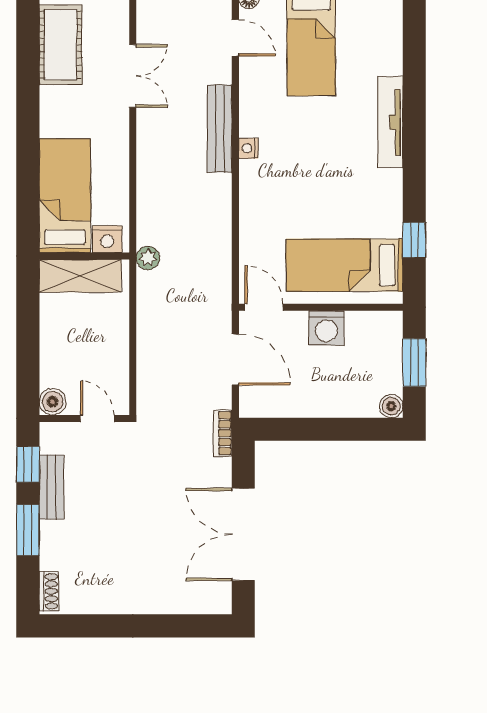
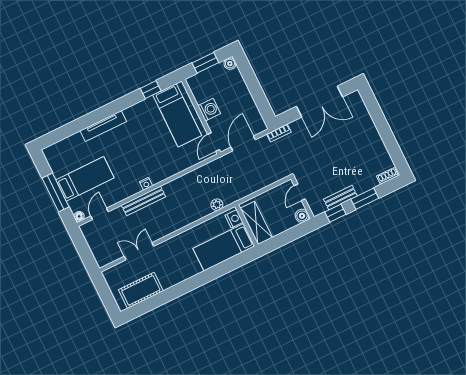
bed: (65, 196) -> (224, 247), moved
nightstand: (107, 239) -> (234, 219), moved
wall: (84, 256) -> (247, 225), moved
shelving: (80, 276) -> (256, 223), moved

